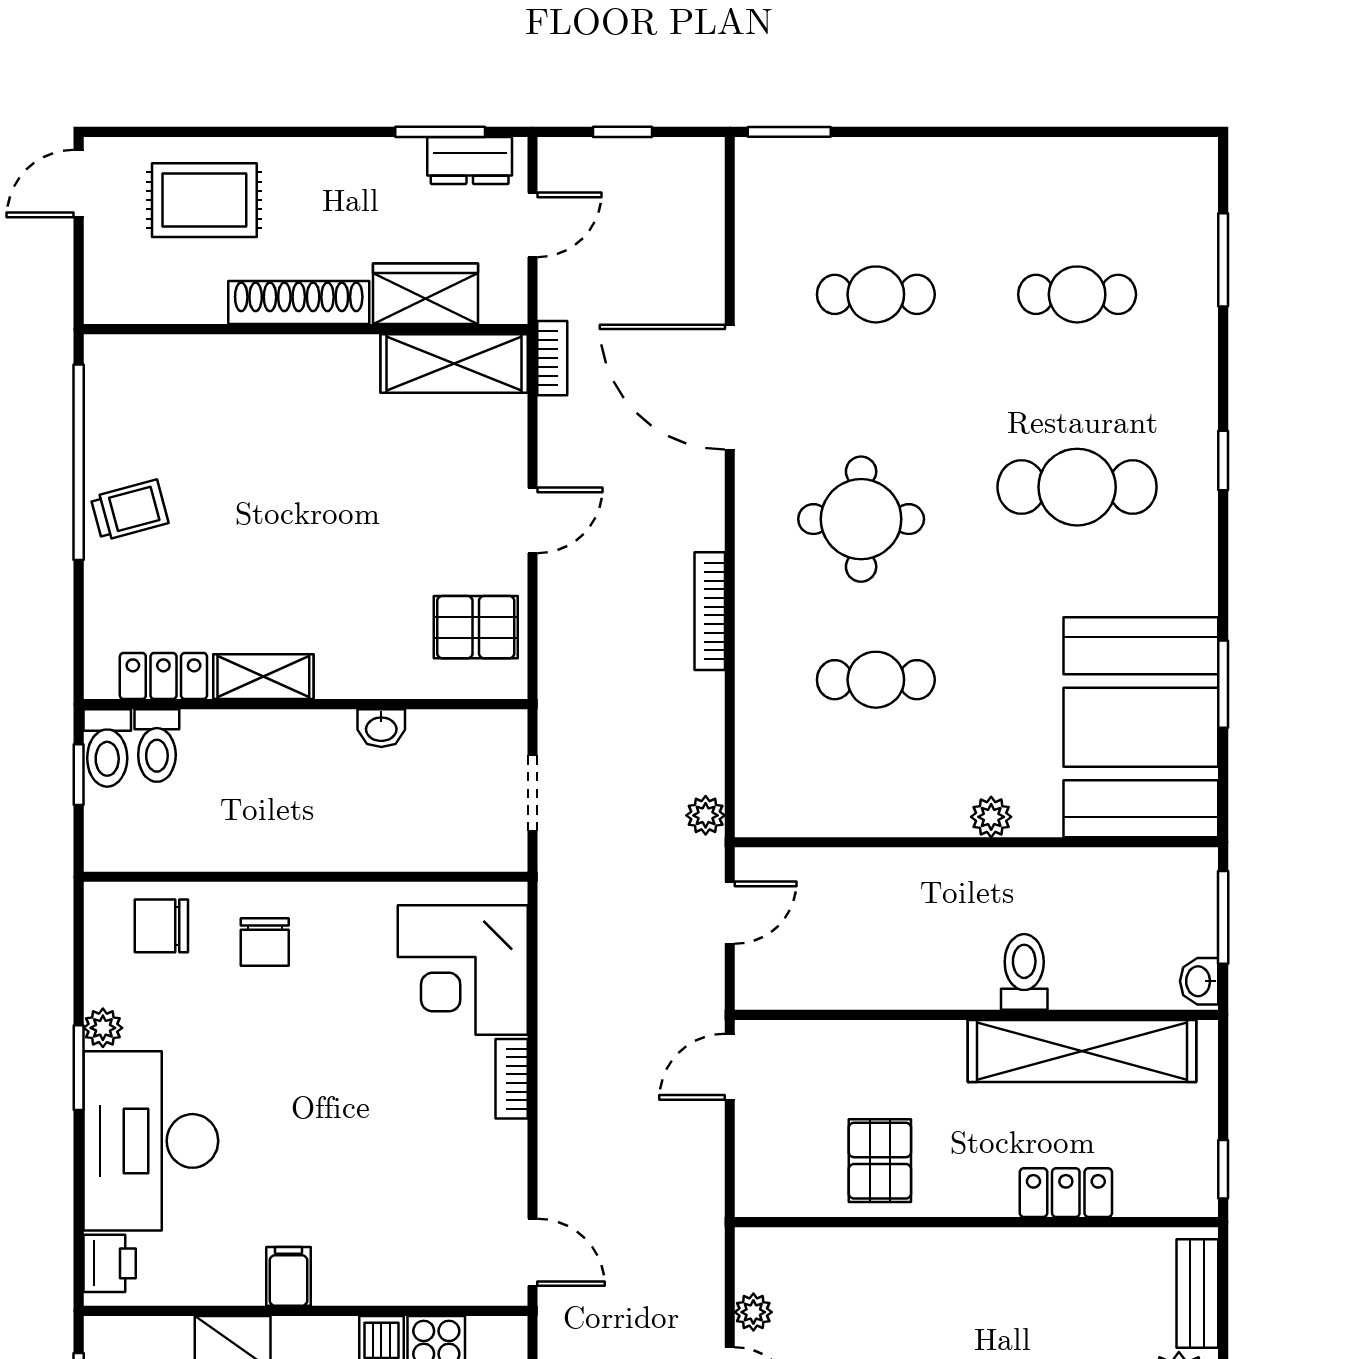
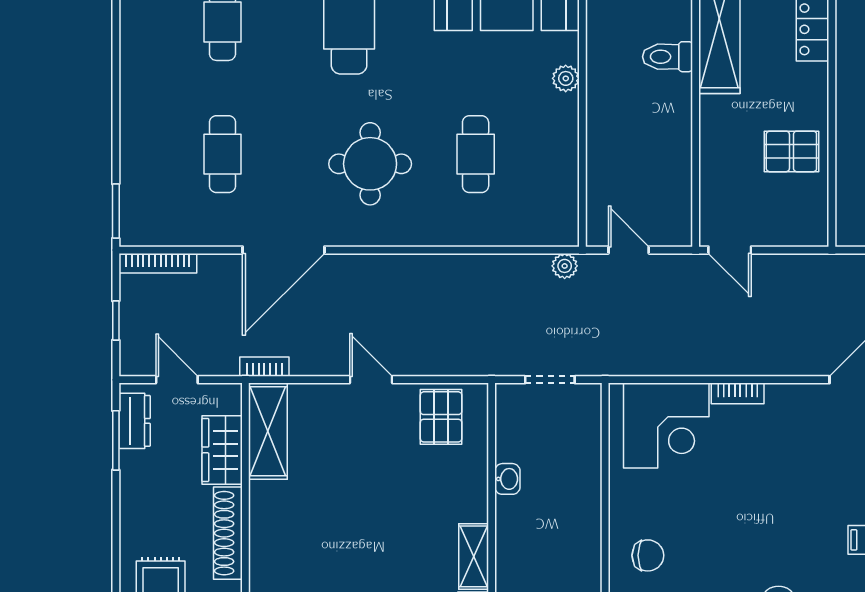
bookcase: (710, 611) -> (158, 263), moved

